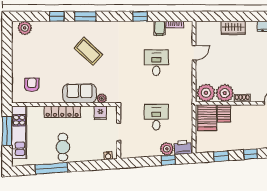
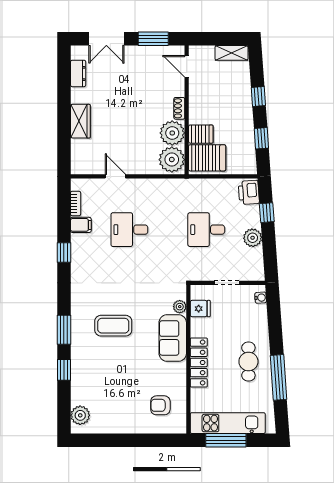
coffee table: (88, 51) -> (113, 326), turned 47
cafe table: (63, 147) -> (248, 362), turned 90
plant: (167, 149) -> (253, 238), moved

